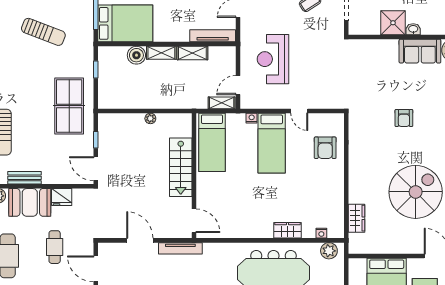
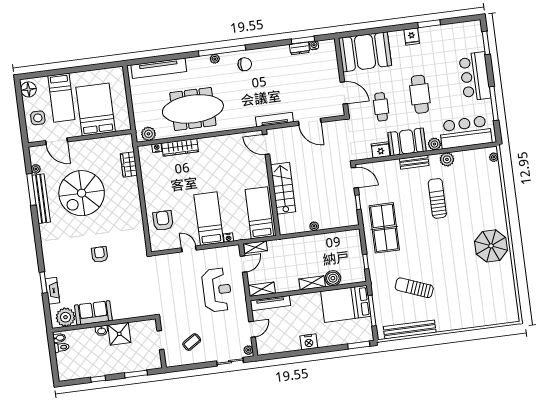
shelving: (192, 53) -> (262, 289), moved
wardrobe: (287, 230) -> (180, 147), width x1.50

